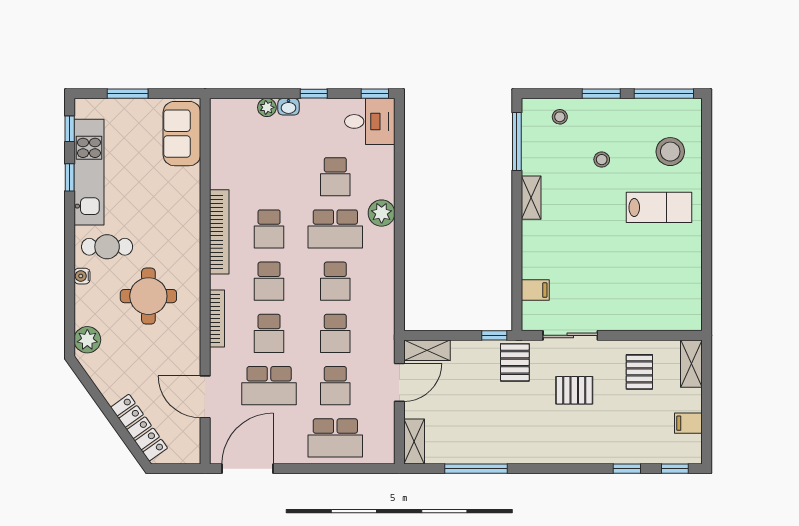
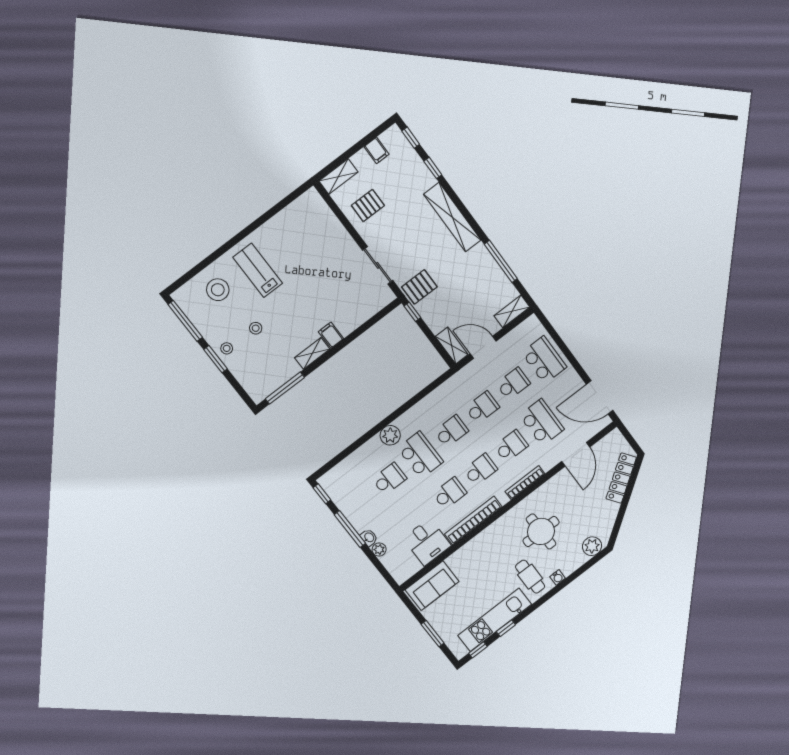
window: (314, 94) -> (350, 529), width x2.17
stool: (560, 117) -> (227, 348), moved
desk: (370, 121) -> (427, 542), moved, turned 180
filing cabinet: (535, 290) -> (331, 335), moved
pallet: (574, 390) -> (409, 237), removed
shelving: (561, 451) -> (452, 217), added

